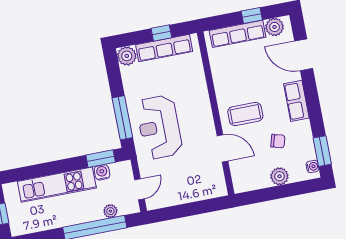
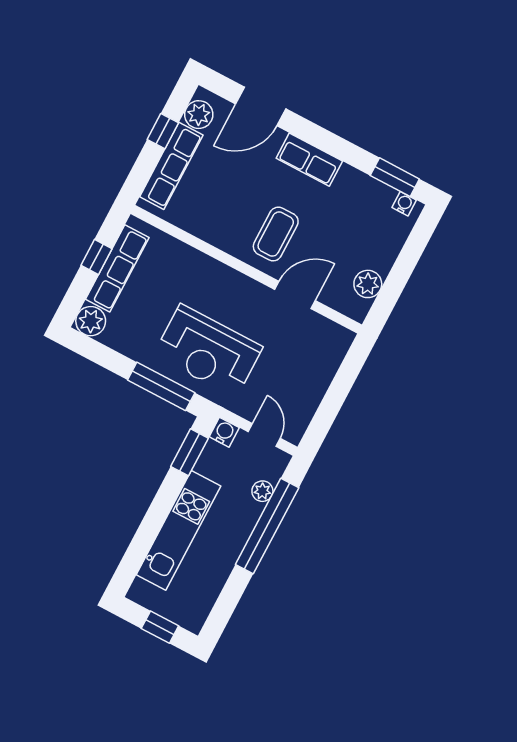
chair: (278, 141) -> (340, 221), removed
water cooler: (102, 172) -> (224, 432), moved, turned 90
plant: (279, 176) -> (368, 284), moved

